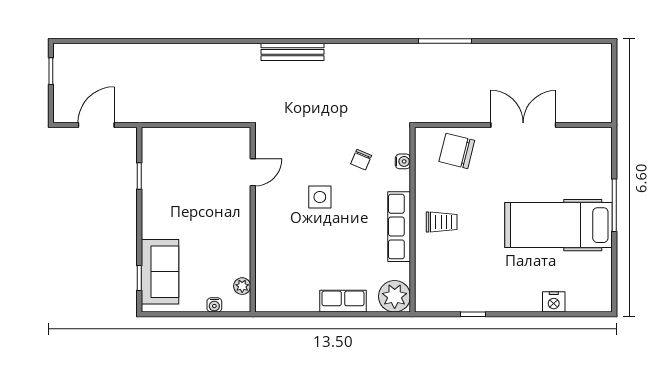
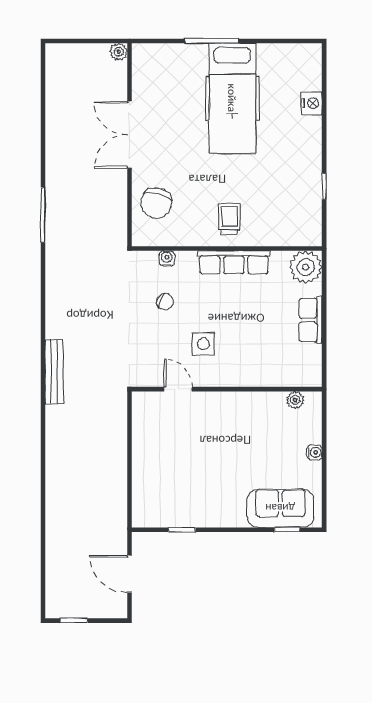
plant: (604, 115) -> (119, 52), added
door: (253, 172) -> (178, 389), moved
wall: (253, 220) -> (227, 389), moved
plant: (242, 286) -> (295, 400), moved

